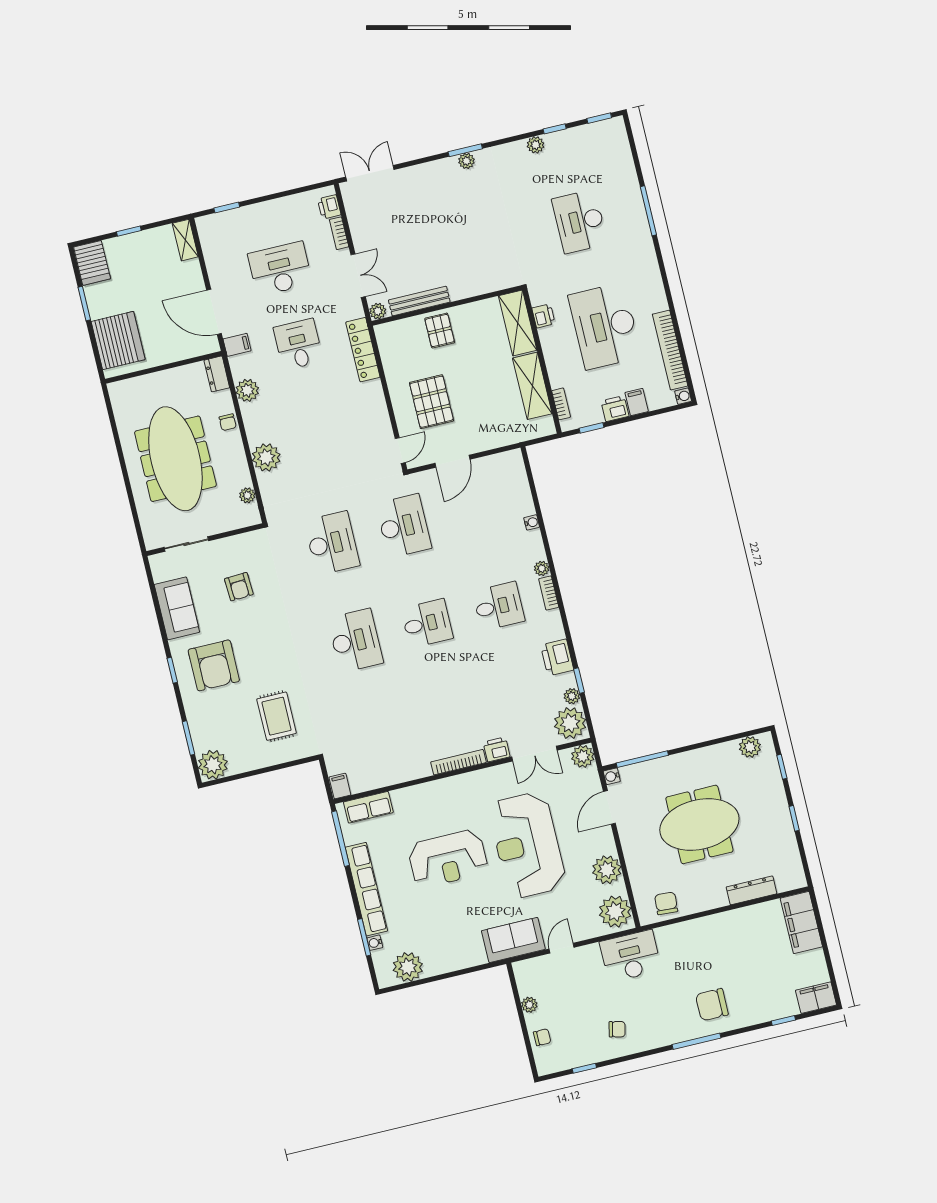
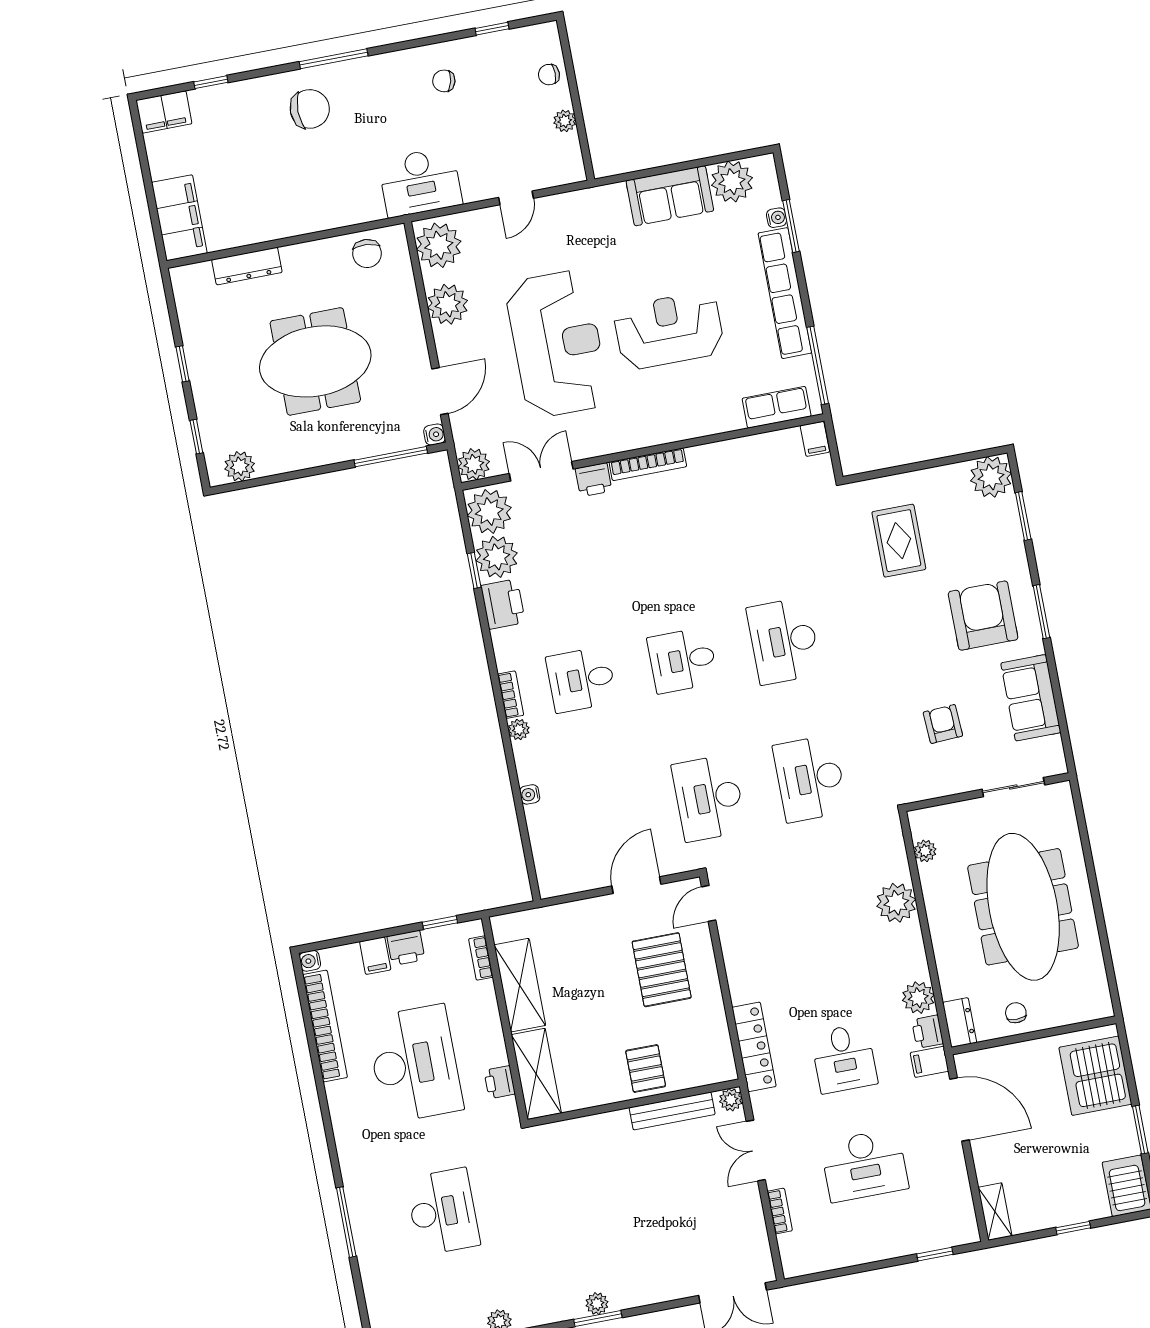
printer: (329, 207) -> (928, 1032), moved, turned 180
chair: (228, 422) -> (1016, 1013), moved
window: (172, 670) -> (1041, 612), width x1.50
plant: (572, 696) -> (497, 557), width x1.87, depth x1.87
sofa: (513, 940) -> (670, 196), moved

